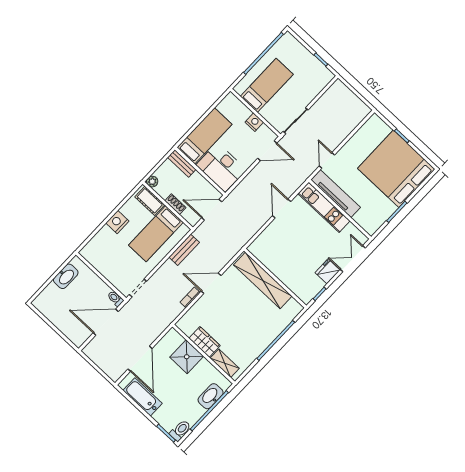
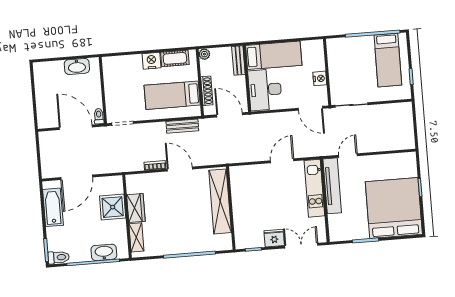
bed: (267, 85) -> (388, 60), moved, turned 90
cot: (150, 201) -> (175, 58), moved, turned 90
shoe rack: (175, 204) -> (207, 91), width x1.43

